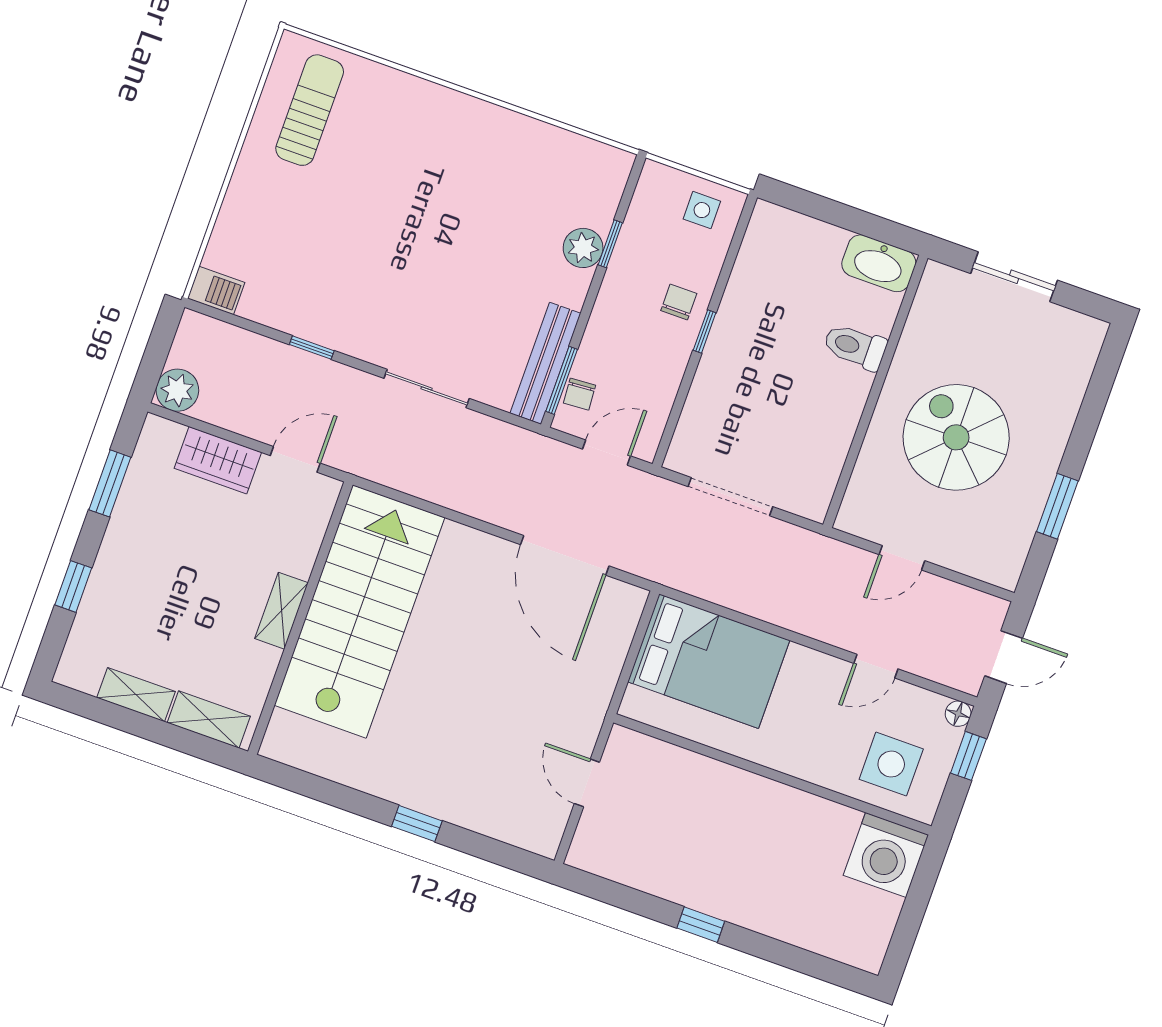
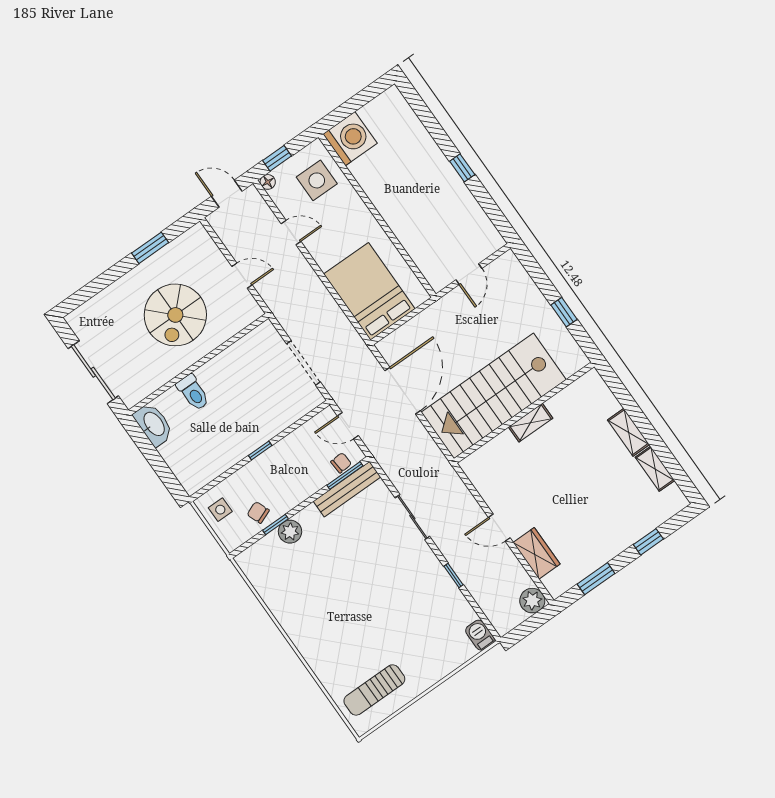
sliding door: (1014, 277) -> (93, 372), width x1.37
chair: (679, 302) -> (258, 512), moved, turned 68
shelving: (282, 611) -> (531, 423), moved
stairs: (359, 611) -> (494, 396), moved
wall: (300, 618) -> (524, 413), moved

